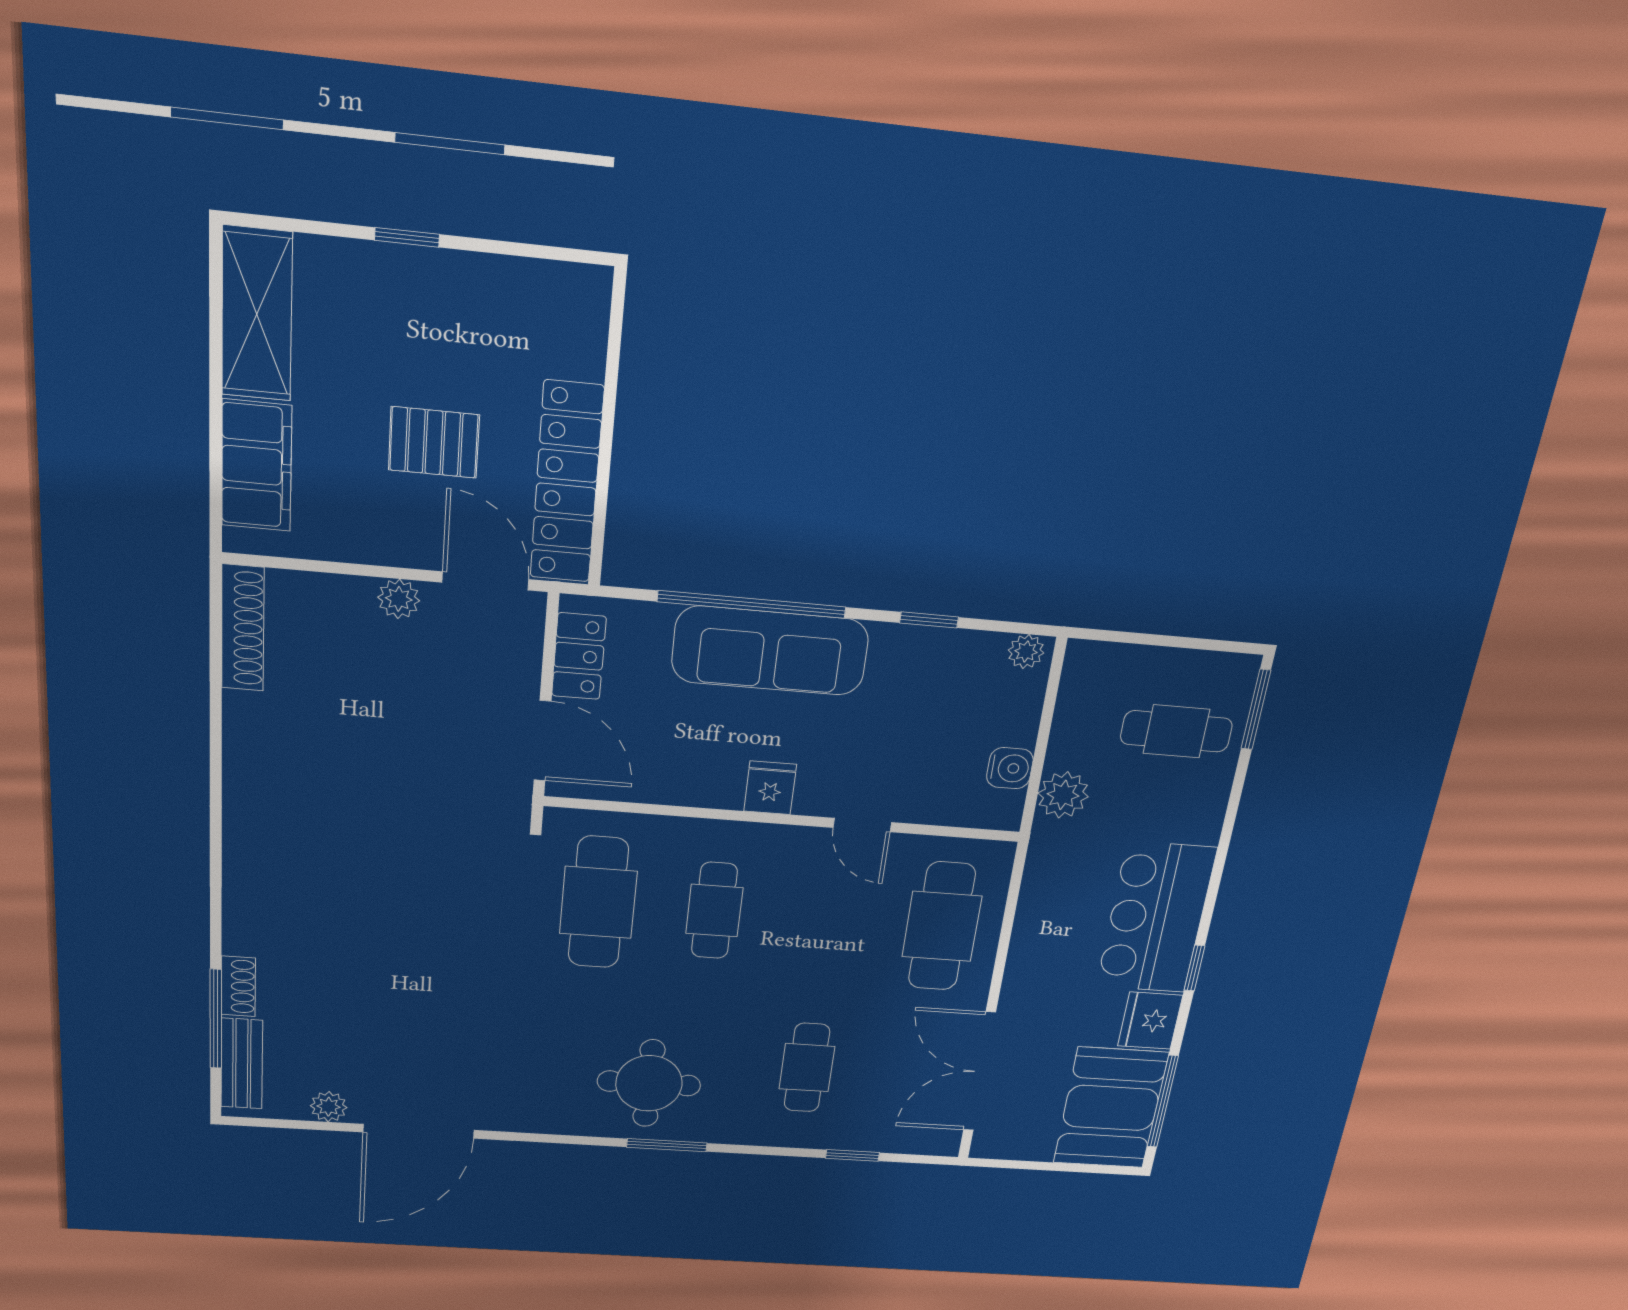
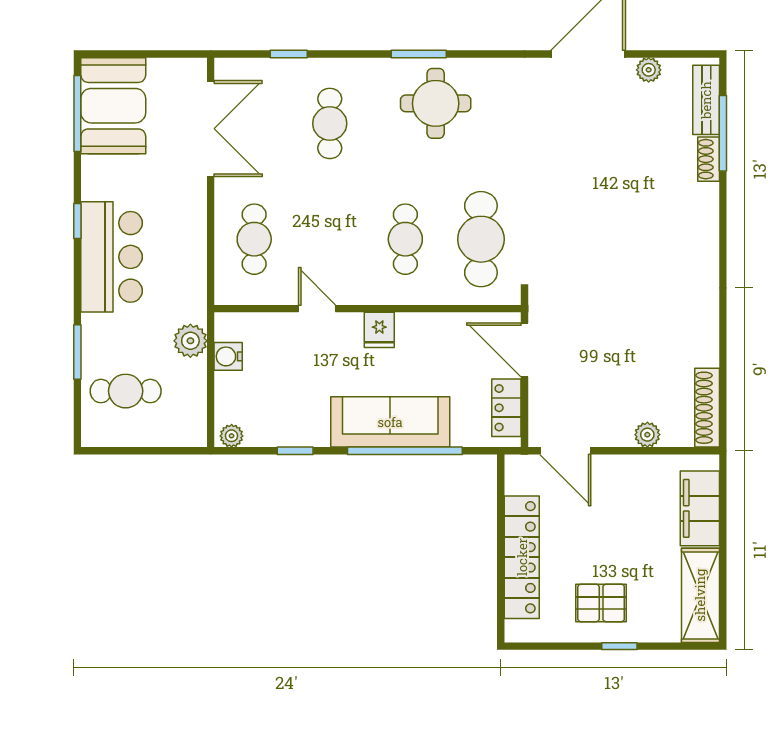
pallet: (434, 442) -> (601, 603), moved
locker: (567, 483) -> (522, 557), moved
plant: (399, 599) -> (647, 435), moved
window: (1256, 710) -> (77, 352), moved
cafe table: (942, 926) -> (254, 239), width x0.73, depth x0.74
fridge: (1150, 1021) -> (100, 178), removed

